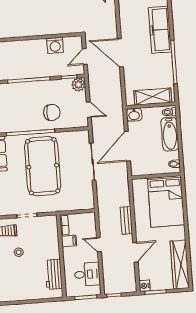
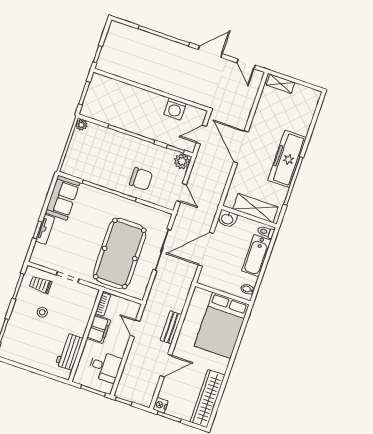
freezer: (160, 30) -> (287, 159), moved
pool table: (43, 166) -> (120, 253), moved
filing cabinet: (69, 241) -> (99, 329), width x2.00
door: (99, 245) -> (135, 328), moved

